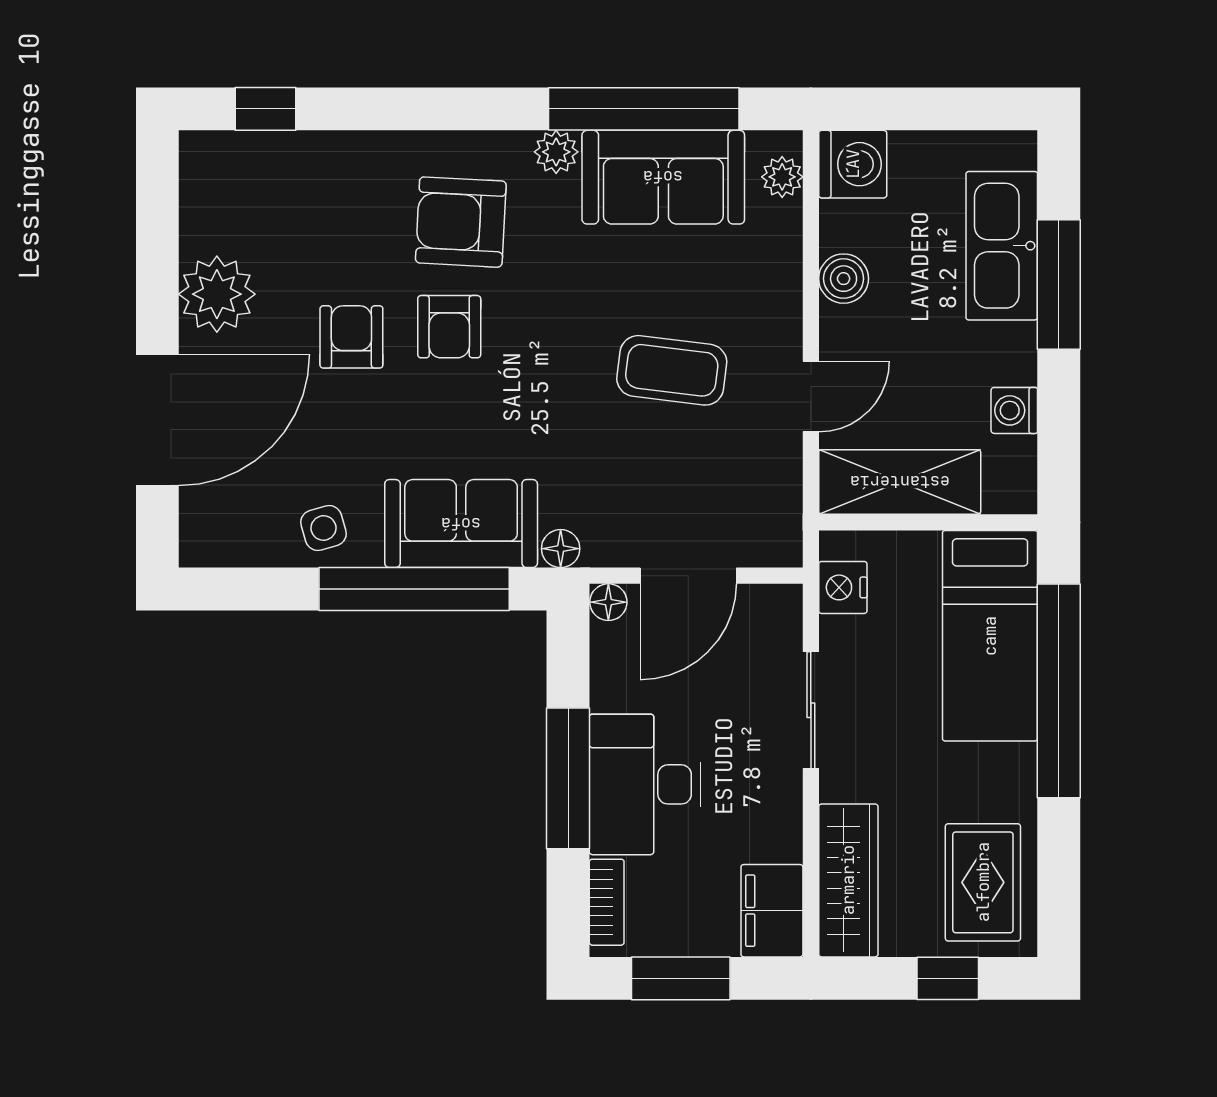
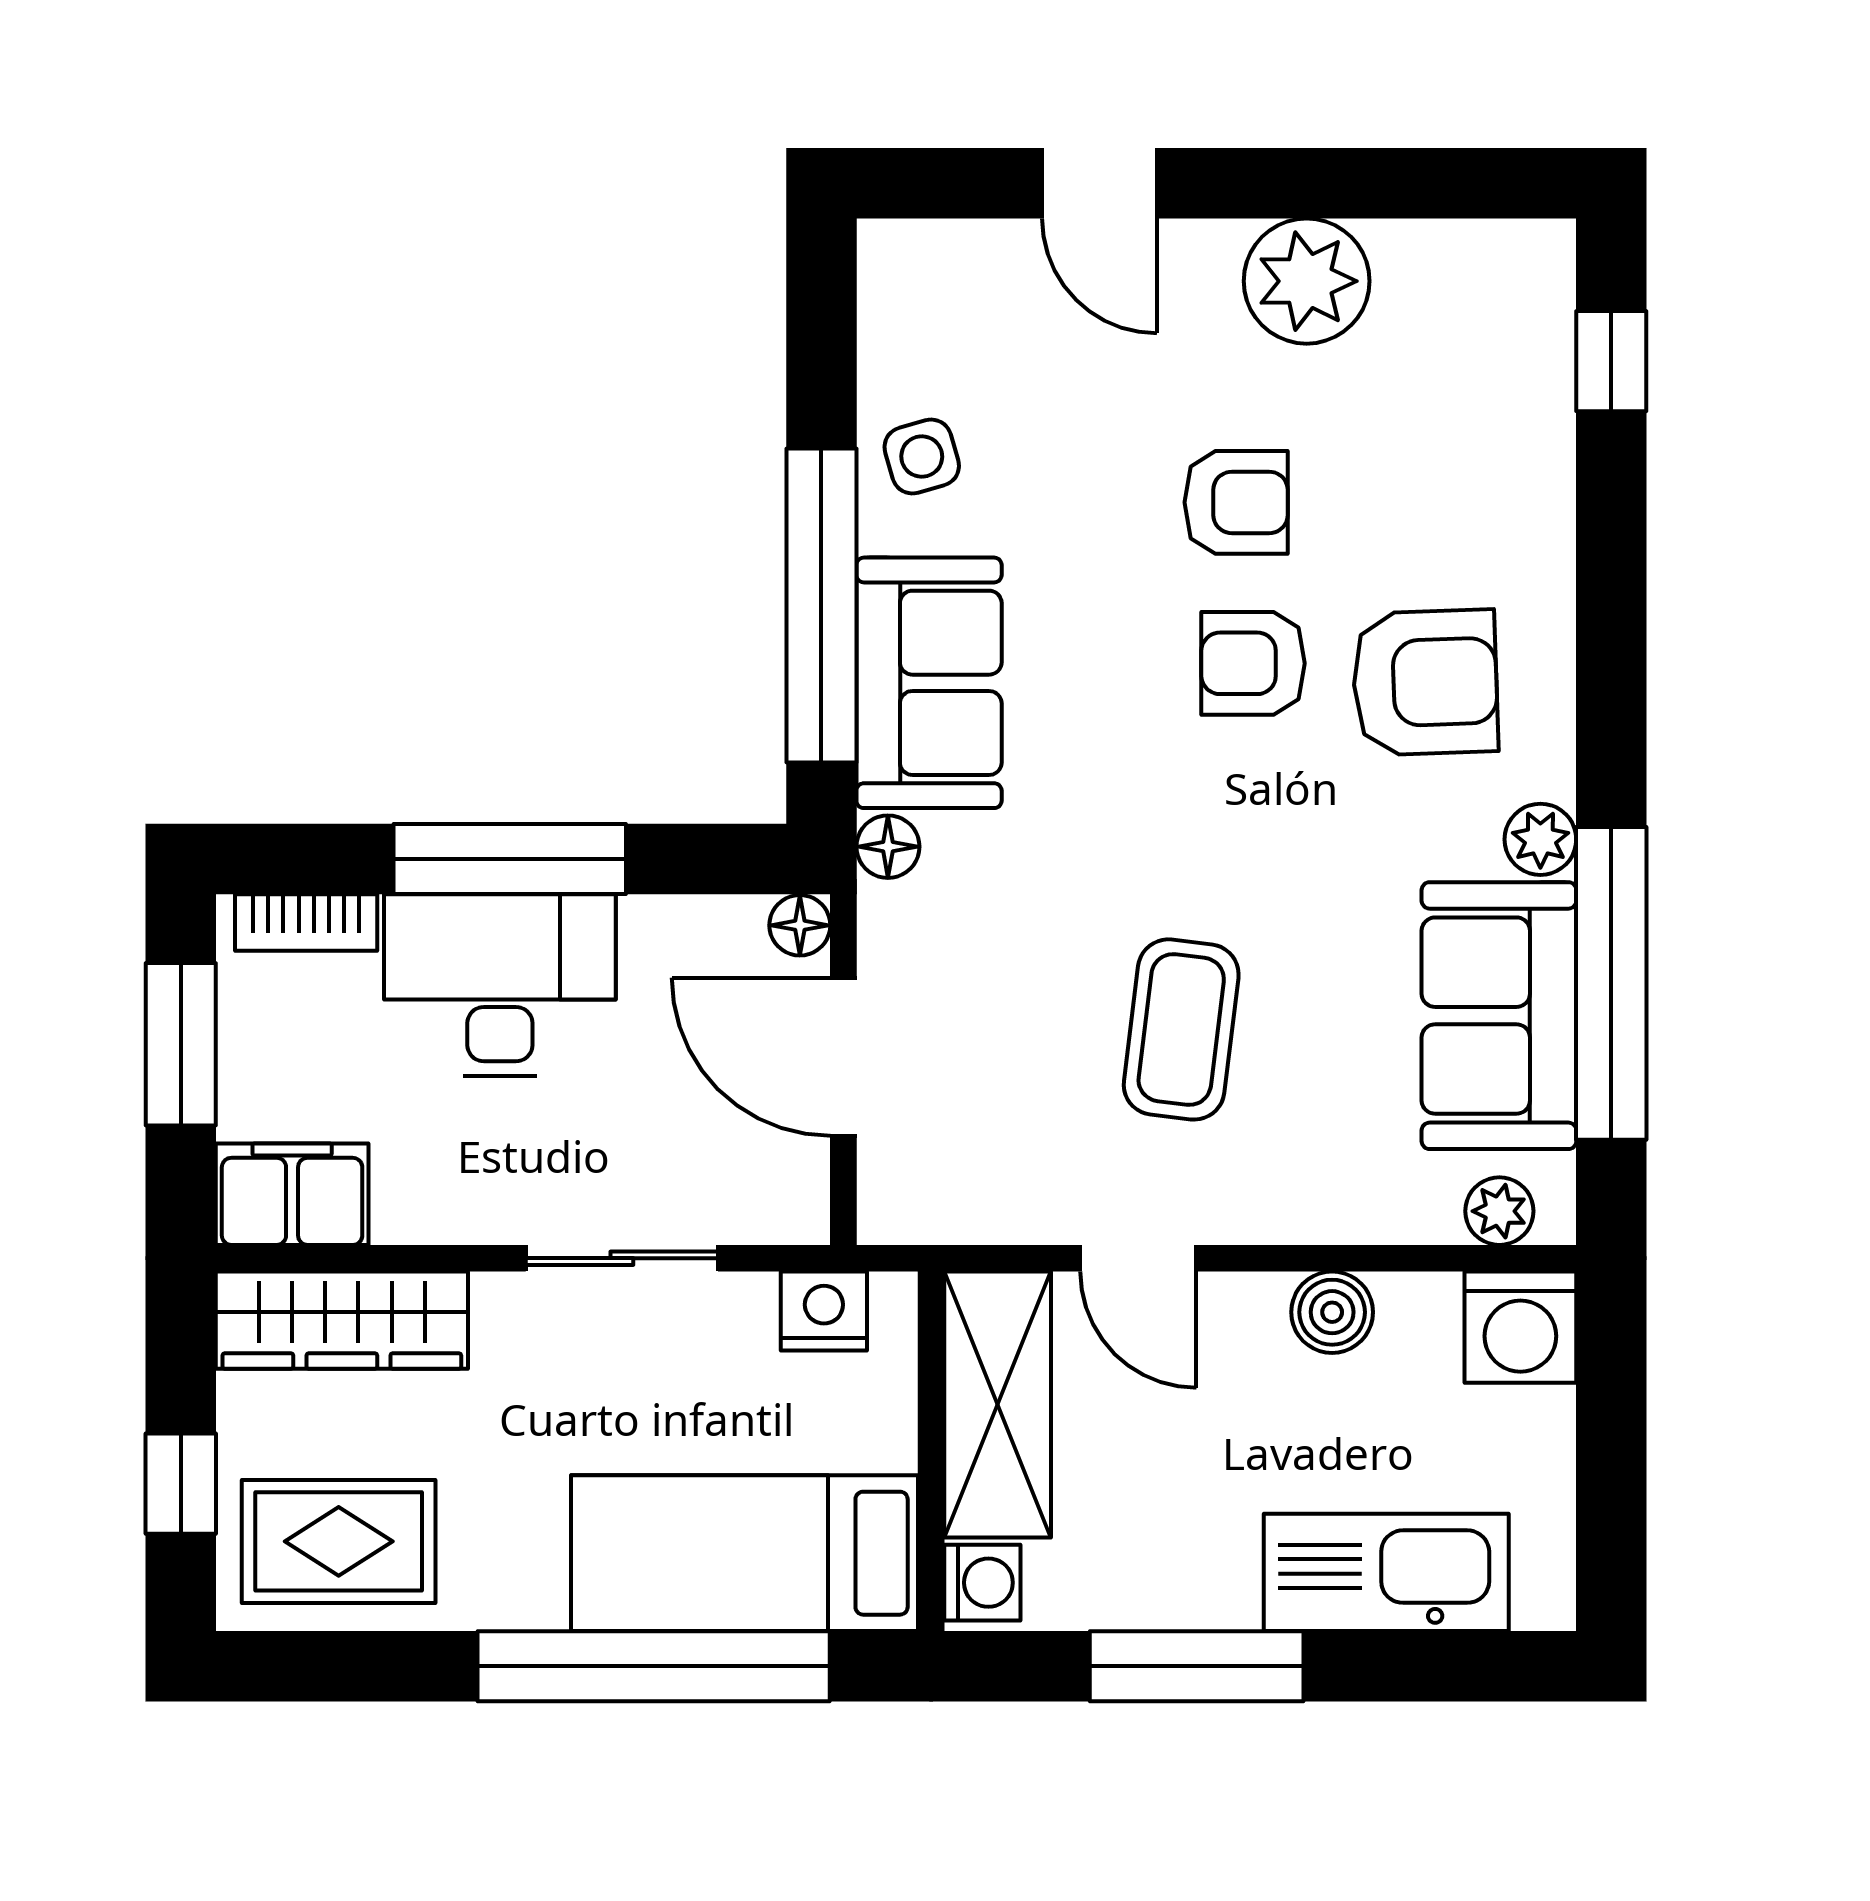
armchair: (461, 222) -> (1425, 682), turned 85
window: (1059, 284) -> (1197, 1666), moved
washing machine: (1014, 410) -> (982, 1583), moved, turned 90
door: (157, 420) -> (1099, 183), width x0.53

